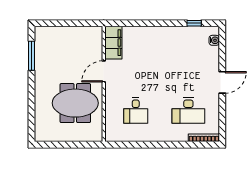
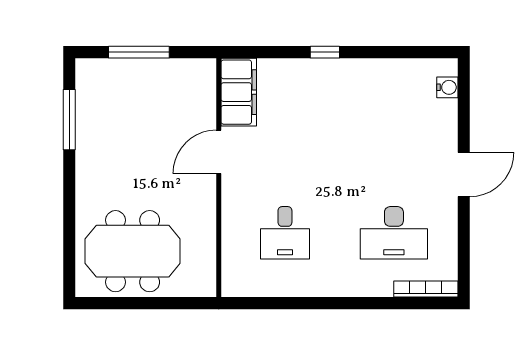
window: (65, 23) -> (139, 52), added
window: (194, 23) -> (325, 52), moved
meeting table: (75, 103) -> (133, 251), moved

